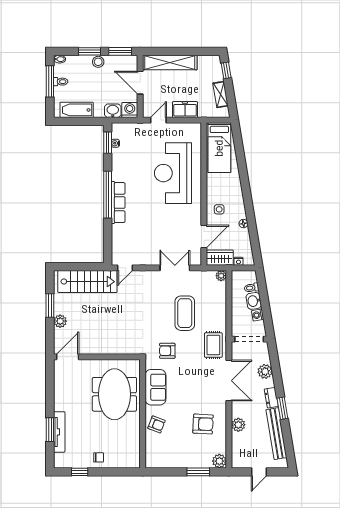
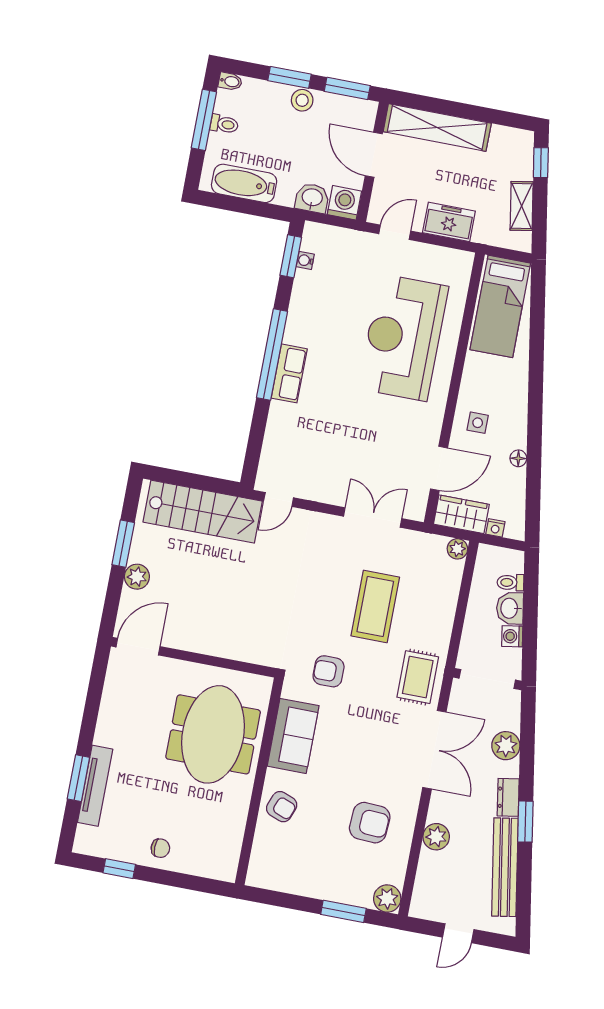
row of seats: (118, 203) -> (289, 373), width x0.68

